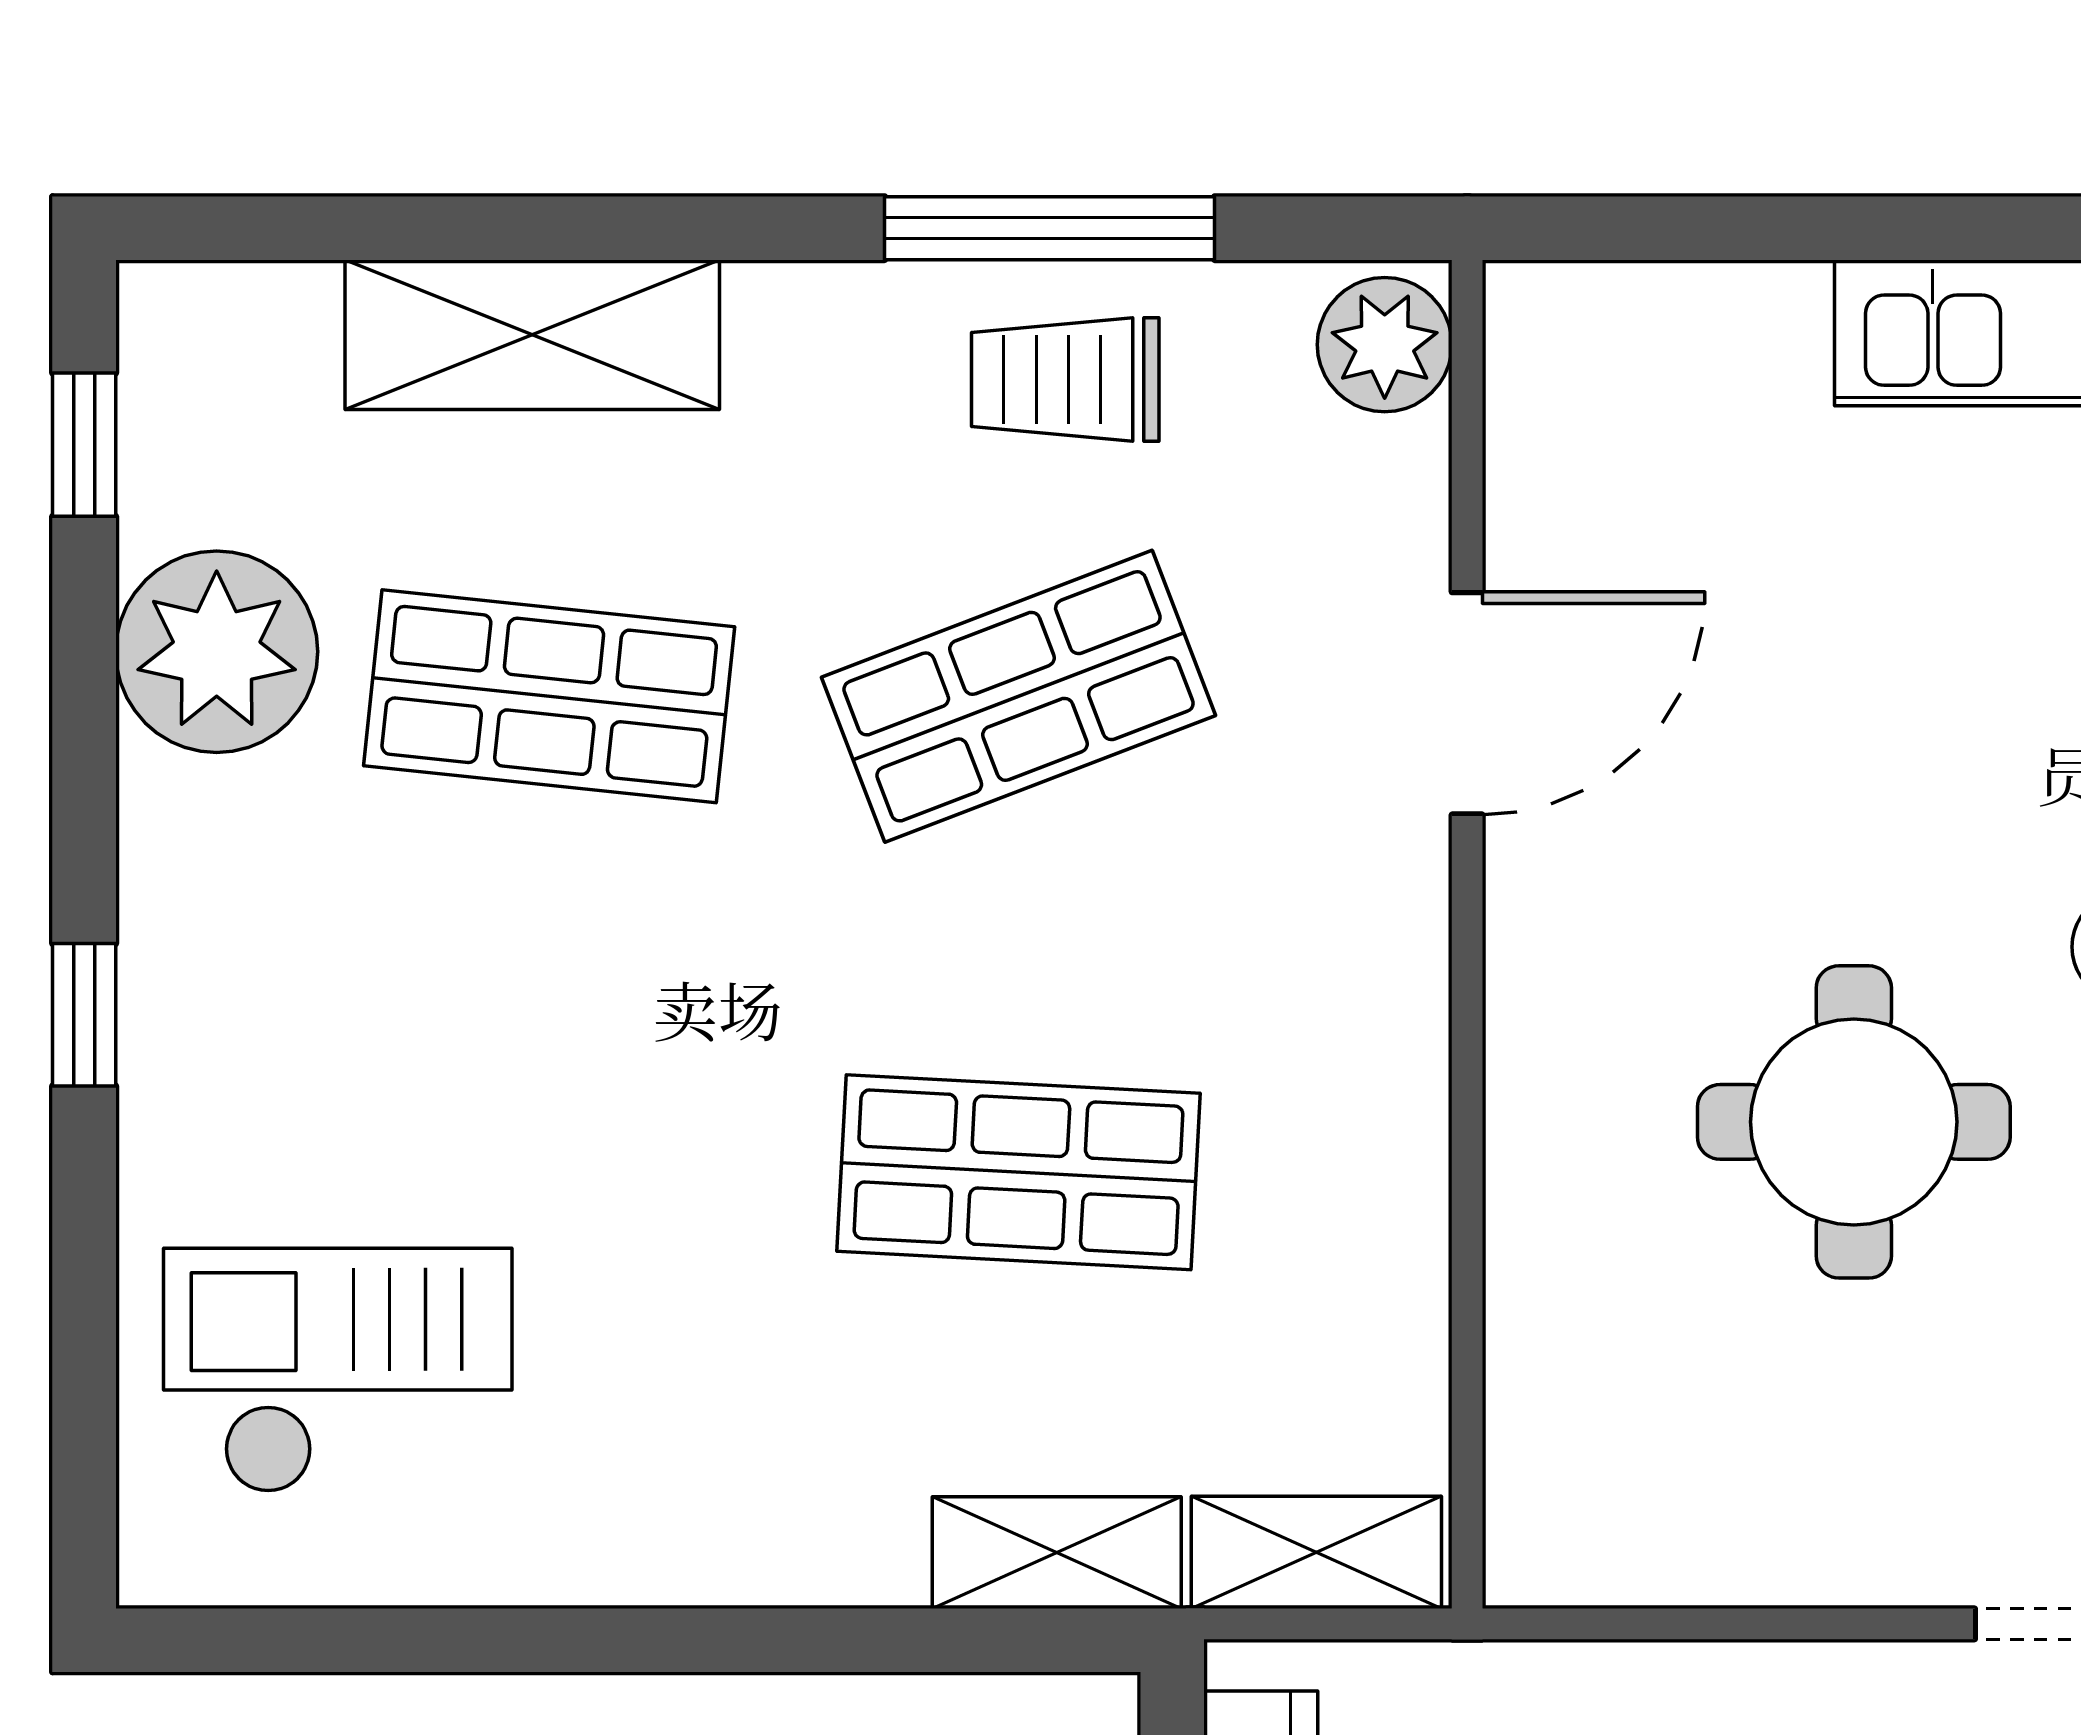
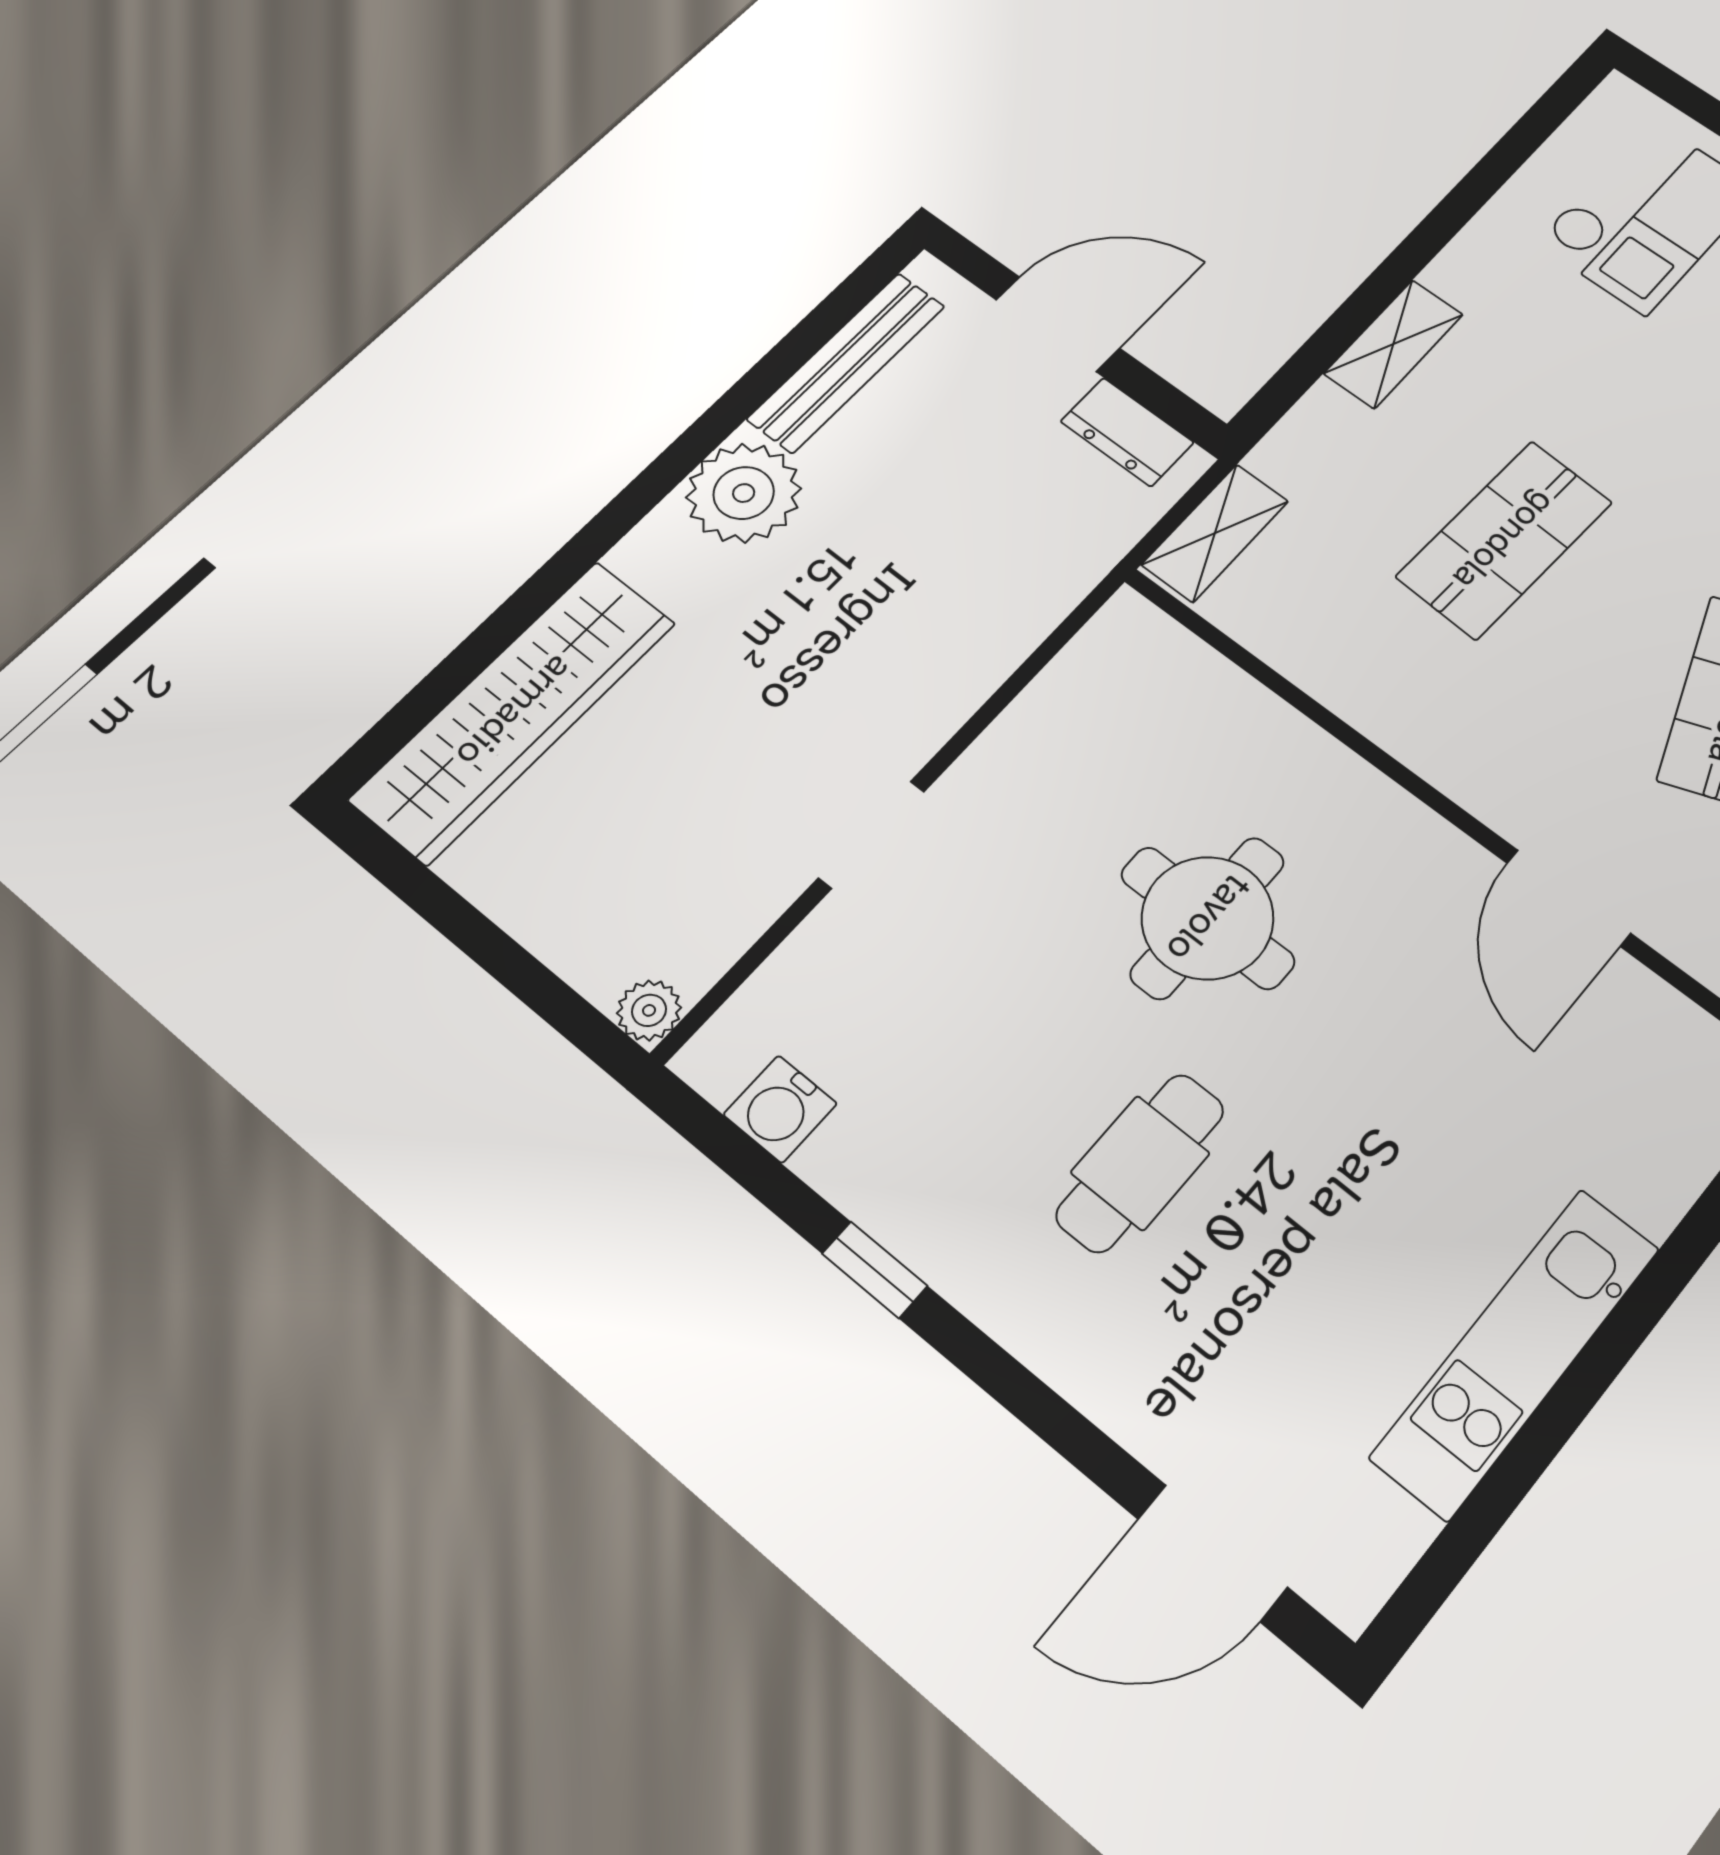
shelving: (1057, 1553) -> (1393, 344), moved

